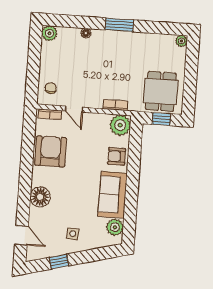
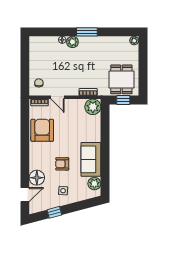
plant: (49, 33) -> (72, 42), moved
armchair: (117, 156) -> (62, 164), moved
floor lamp: (40, 197) -> (37, 178), moved
door: (21, 235) -> (25, 195), hinge flipped

